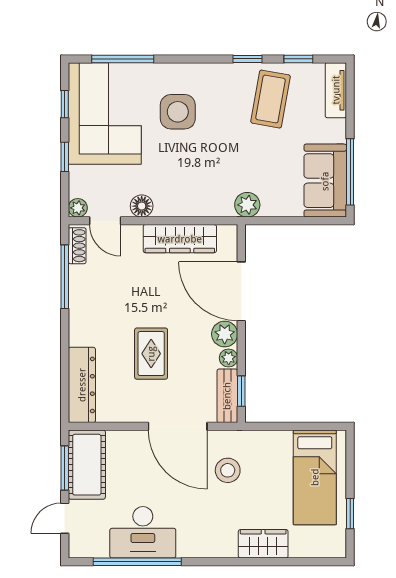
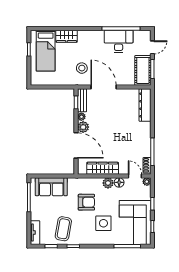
armchair: (217, 160) -> (86, 202), added
sofa: (325, 181) -> (51, 187), moved, turned 90
plant: (247, 205) -> (108, 183), moved
rug: (151, 354) -> (115, 119), removed
bed: (315, 477) -> (46, 51), moved, turned 180

